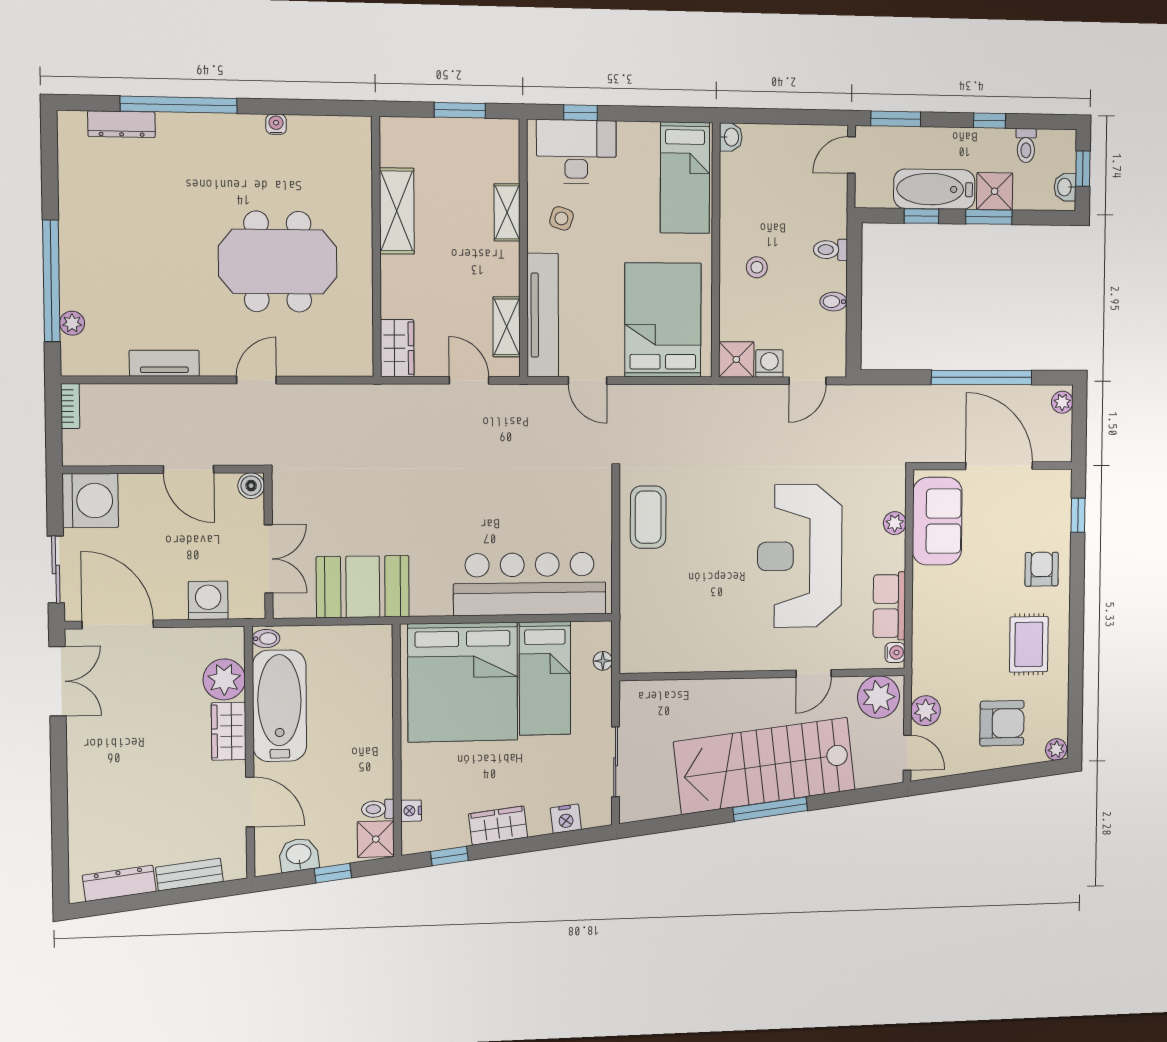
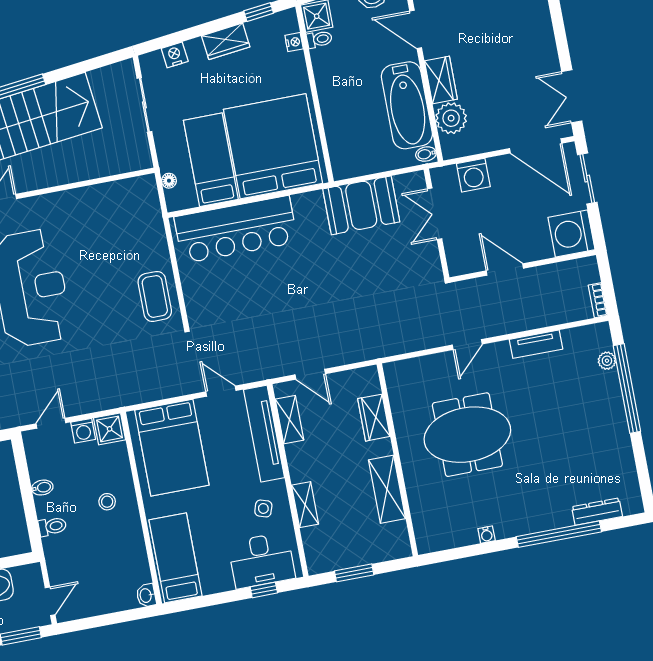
wardrobe: (397, 348) -> (374, 418), moved
boiler: (251, 486) -> (457, 266), removed

